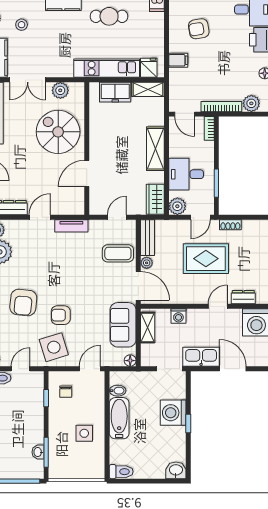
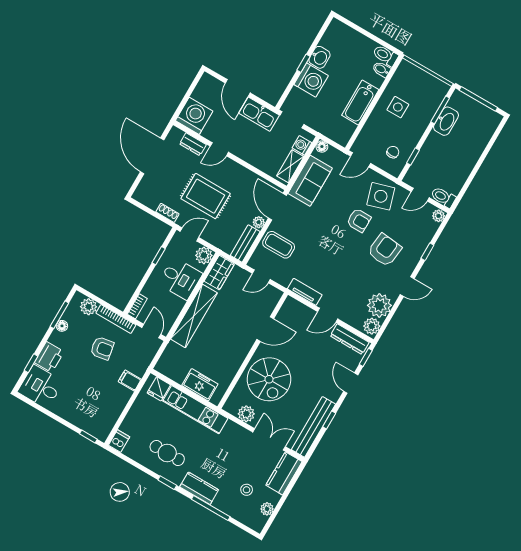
armchair: (199, 29) -> (102, 348), moved
shelving: (148, 89) -> (170, 371), removed
shelving: (155, 149) -> (194, 316), width x1.47
window: (216, 183) -> (159, 256), width x0.67
washing machine: (178, 316) -> (302, 145), moved, turned -90
bidet: (118, 391) -> (381, 69), moved
washbasin: (38, 452) -> (446, 121), width x1.91, depth x1.45
washbasin: (176, 470) -> (319, 57), moved, turned -90

